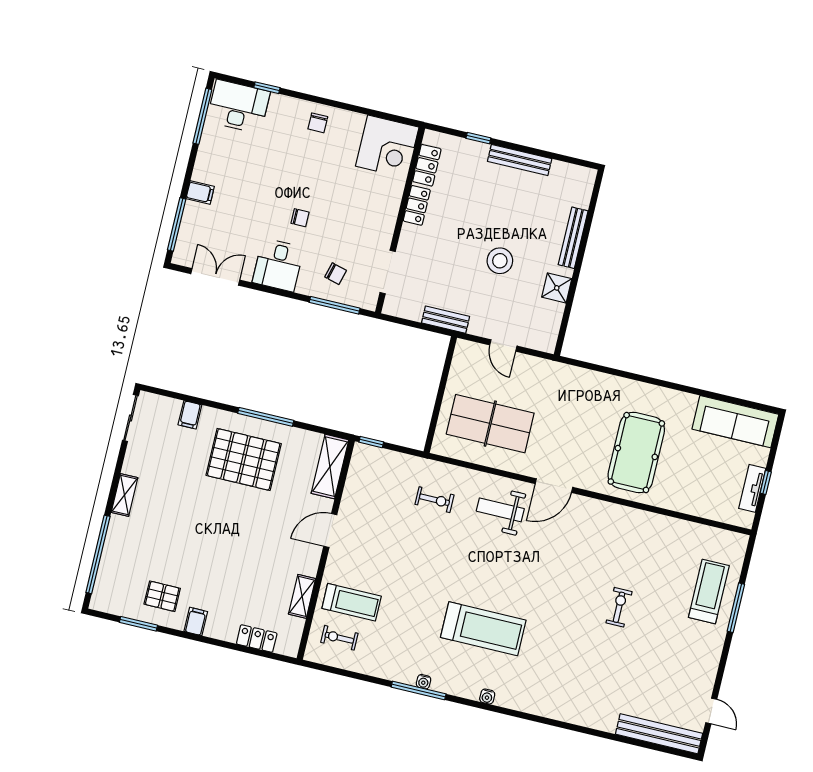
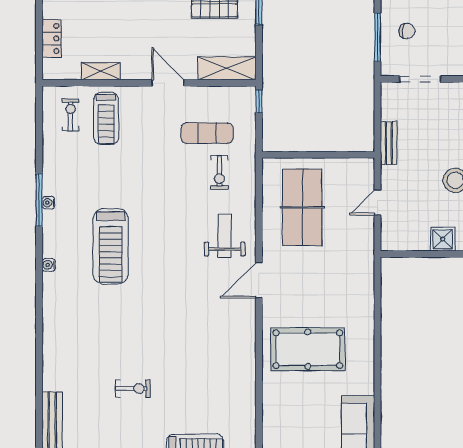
chair: (336, 274) -> (407, 31), turned -101
door: (554, 486) -> (259, 280), hinge flipped
exercise mat: (391, 503) -> (207, 133), added
exercise bike: (619, 607) -> (133, 389), moved

